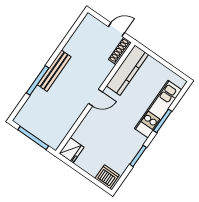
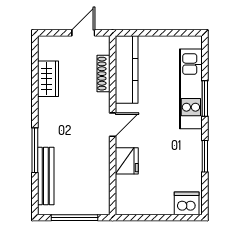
wardrobe: (76, 43) -> (48, 79), added
shoe rack: (120, 51) -> (103, 74), moved
bench: (54, 71) -> (46, 176), moved
fridge: (72, 150) -> (127, 161), moved

